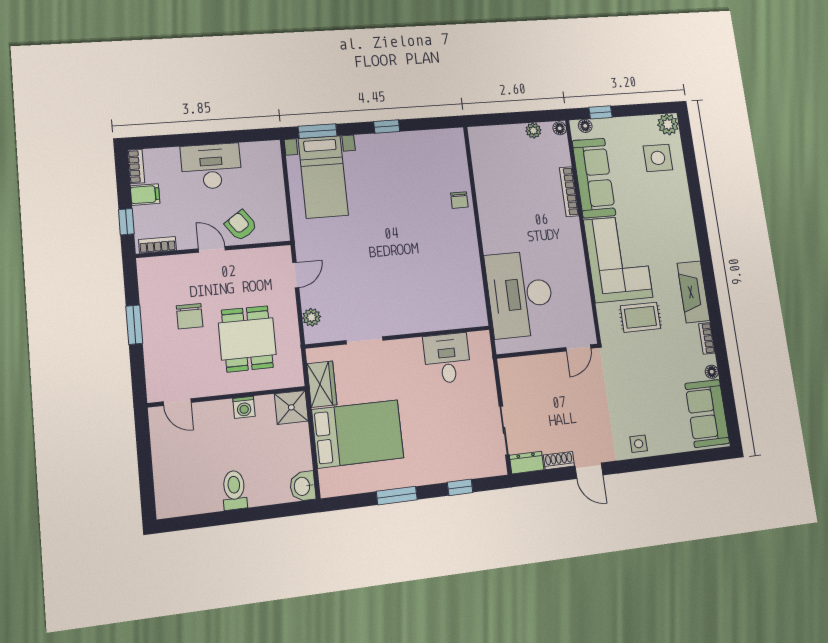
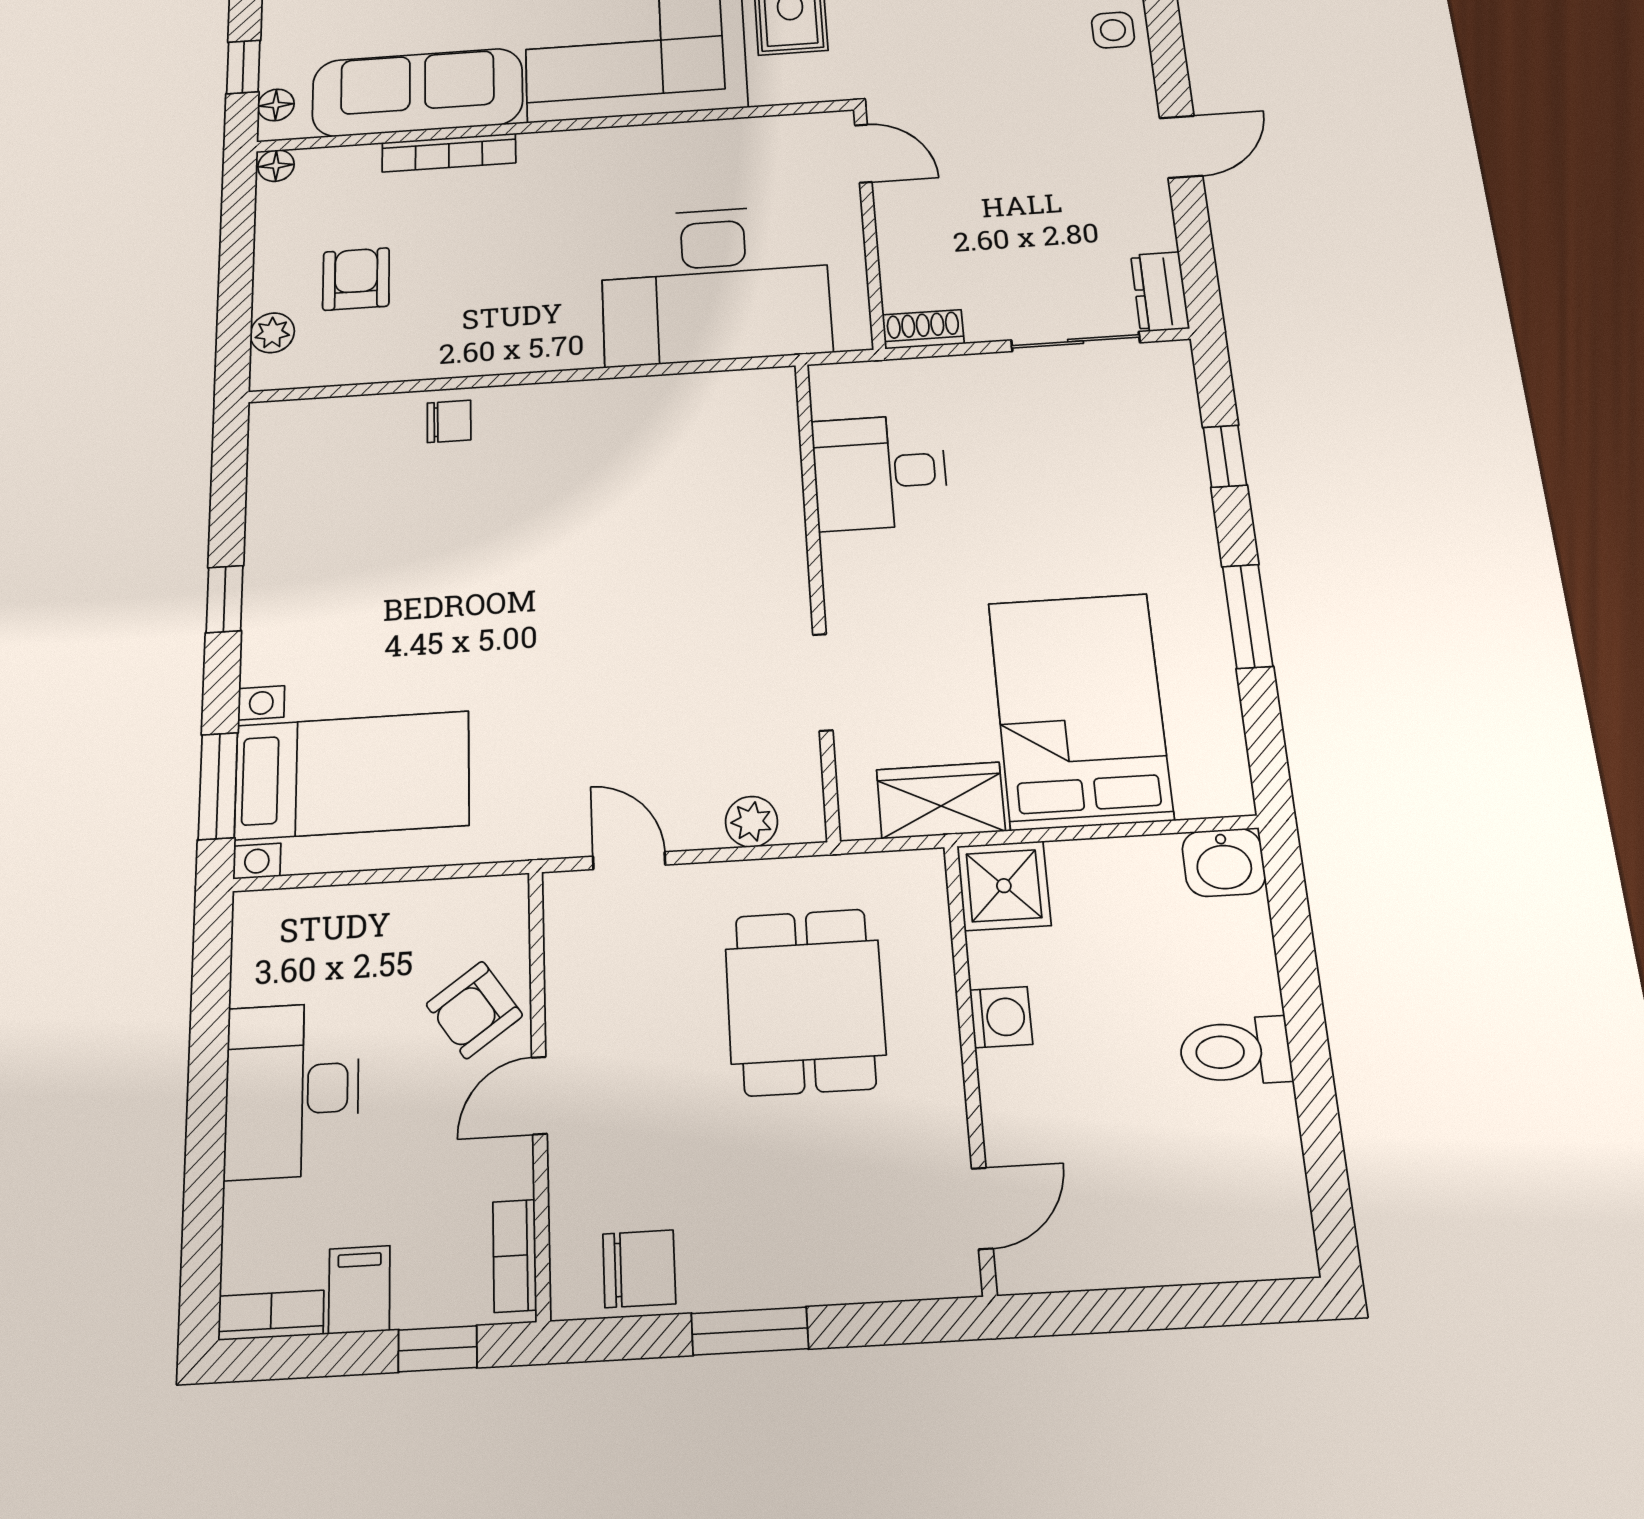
plant: (533, 130) -> (272, 333), moved
armchair: (515, 162) -> (356, 279), added
chair: (190, 316) -> (639, 1269), moved
dining table: (247, 339) -> (805, 1002), turned 90
shoe rack: (559, 461) -> (923, 329), moved, turned 90

